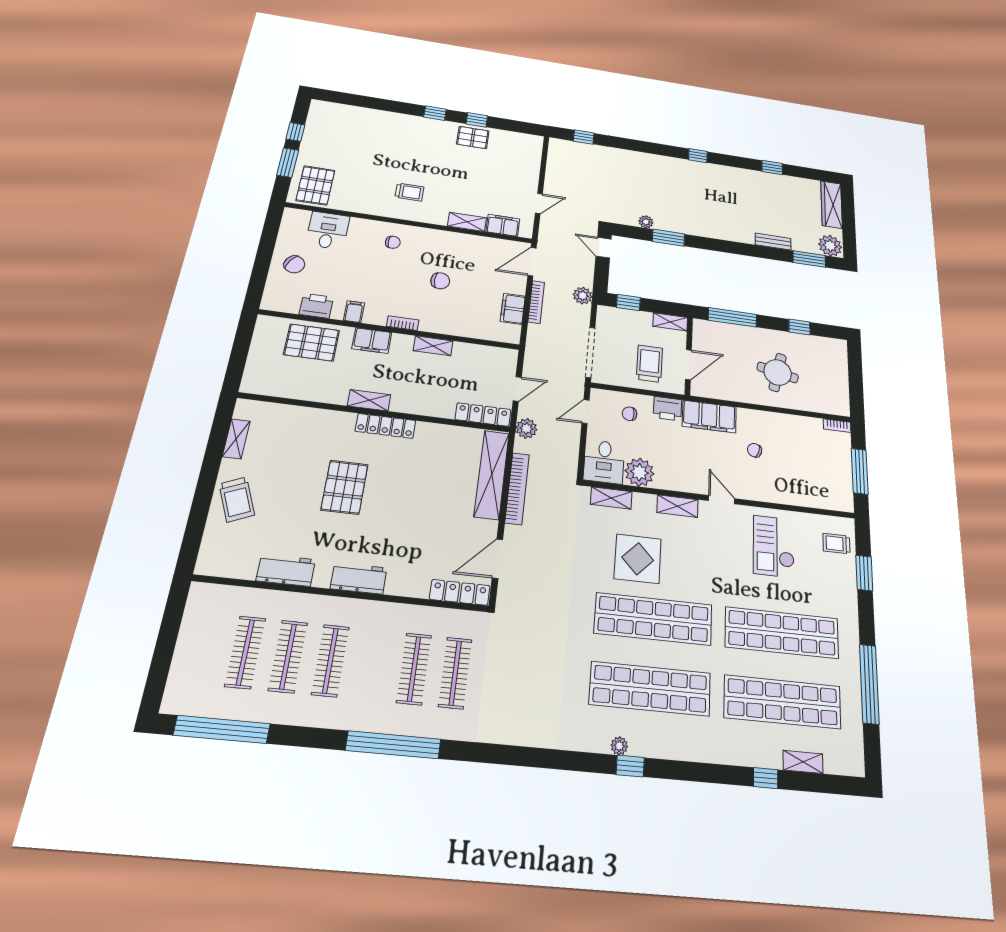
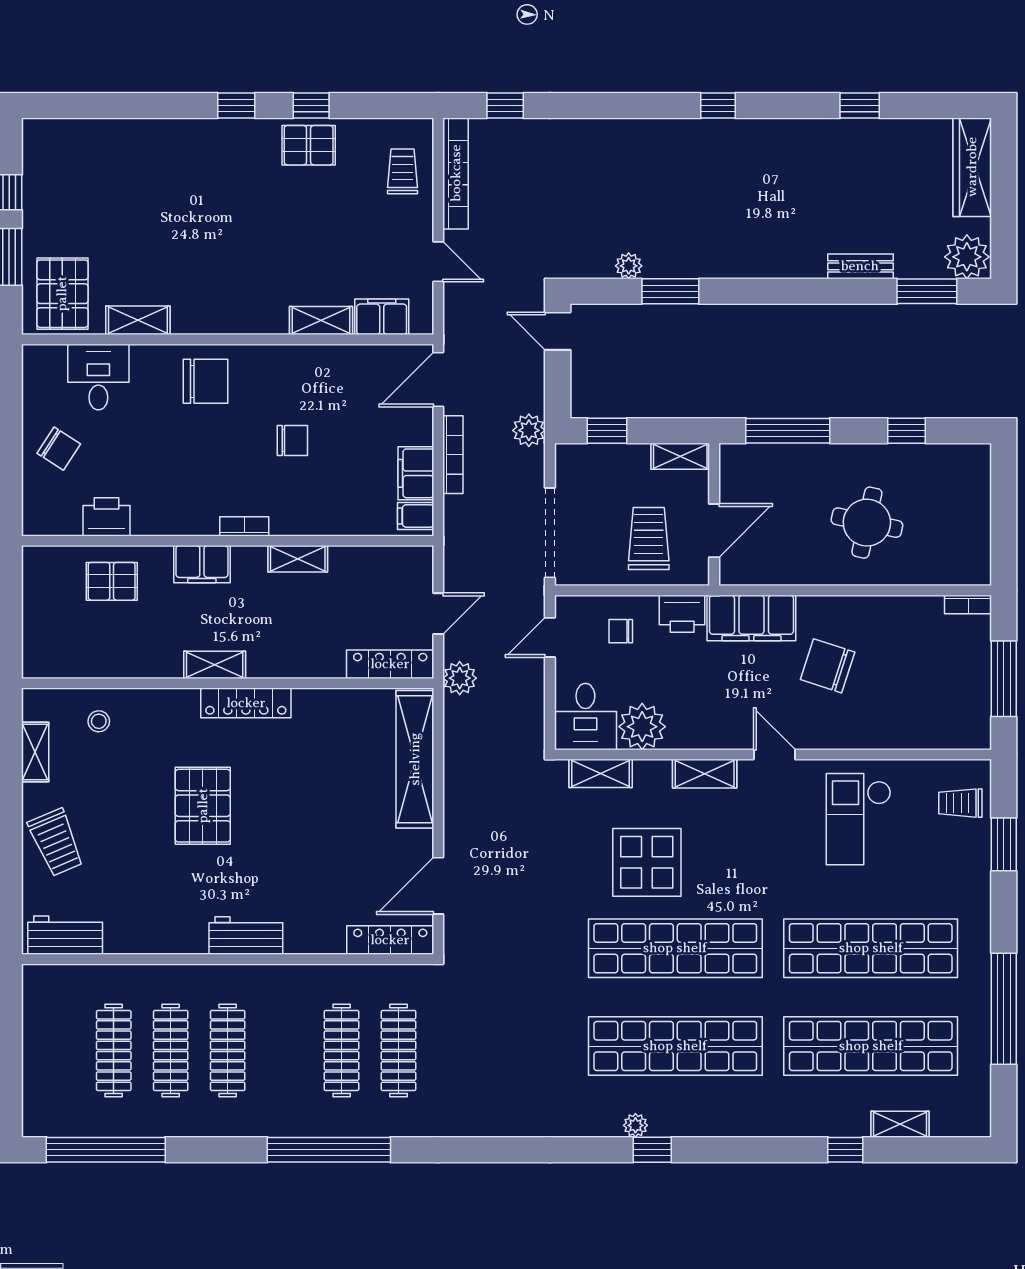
trolley: (409, 192) -> (402, 171), moved, turned -90
door: (539, 203) -> (438, 262), hinge flipped
shelving: (358, 205) -> (138, 320), added
chair: (393, 242) -> (206, 381), width x1.87, depth x1.87
filing cabinet: (354, 312) -> (416, 516), moved, turned -90
pallet: (312, 342) -> (112, 581), width x0.67, depth x0.71
stool: (285, 425) -> (99, 721), added
chair: (755, 450) -> (828, 666), width x1.87, depth x1.87
bookcase: (517, 488) -> (456, 173), moved
workbench: (286, 570) -> (65, 935), moved

